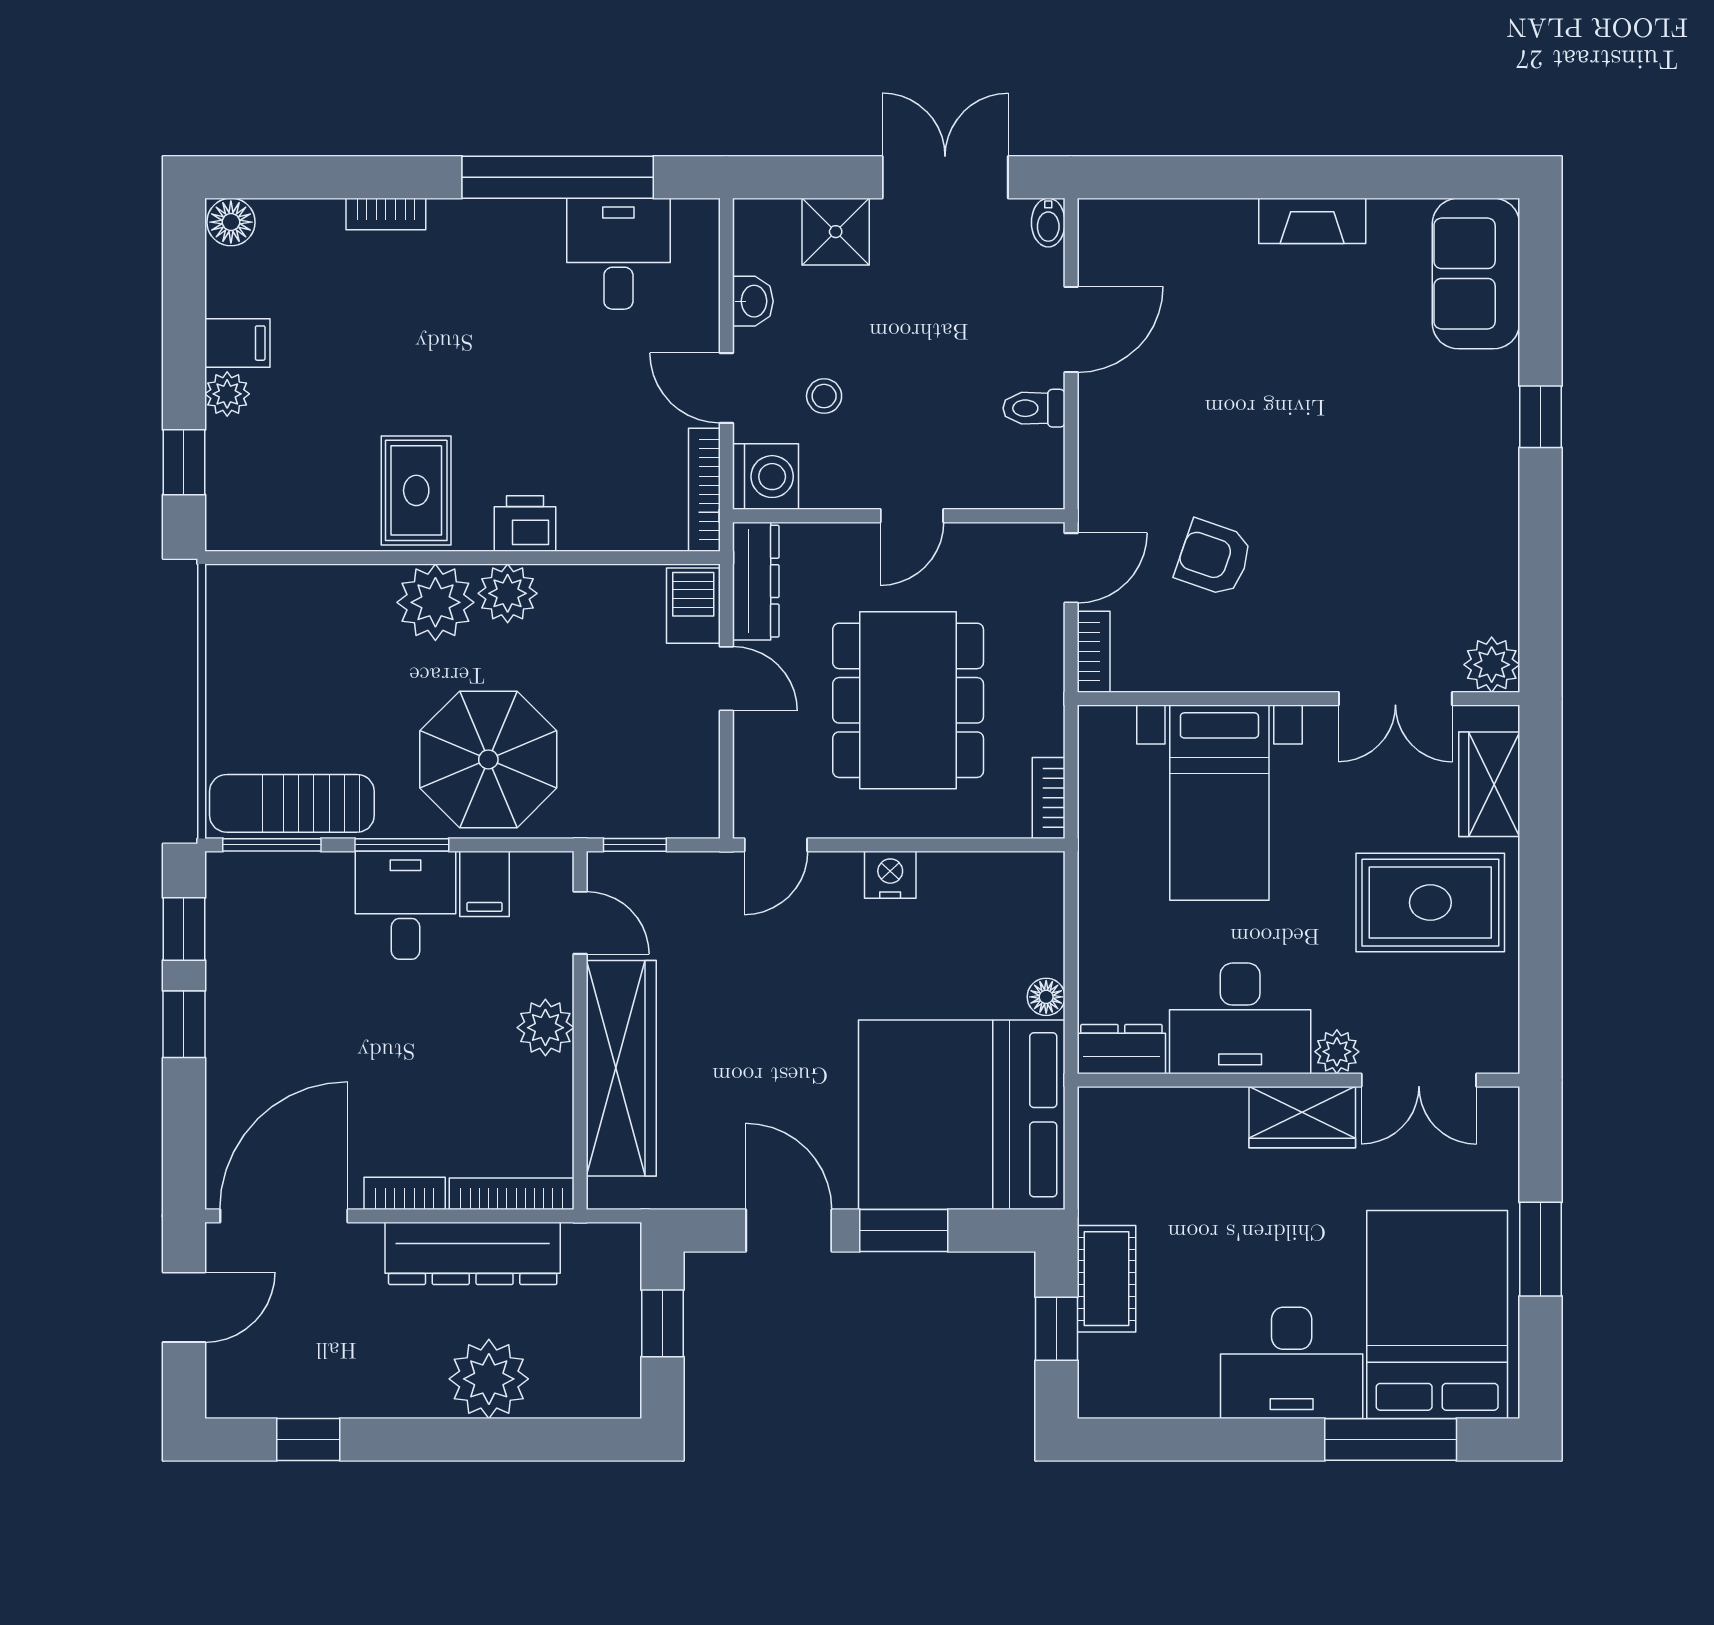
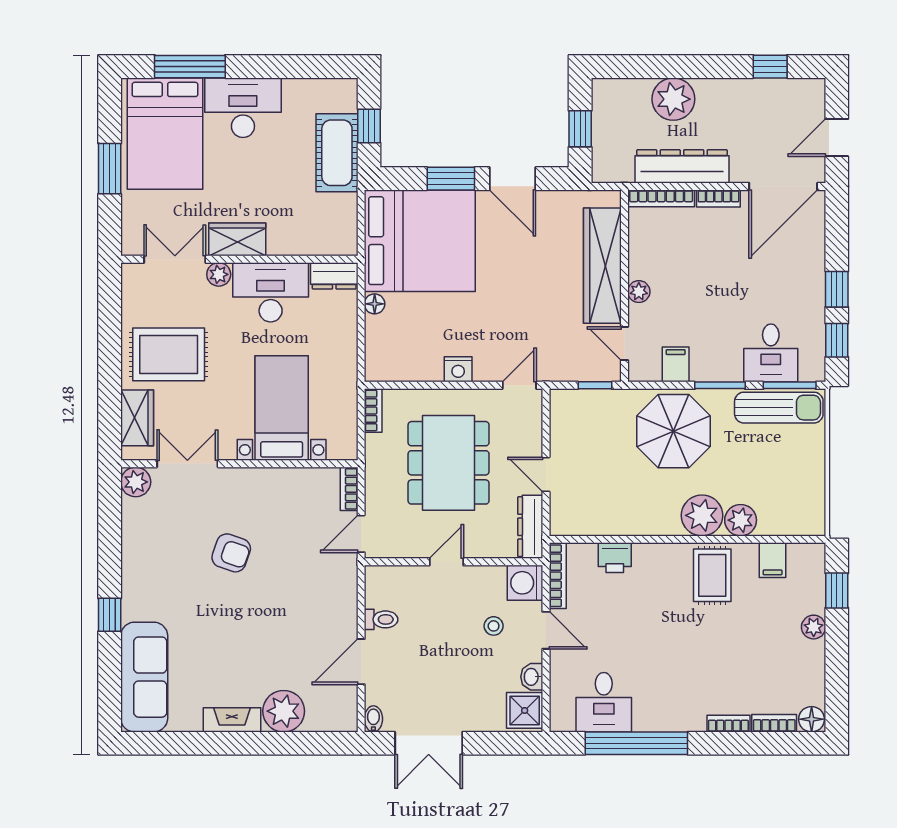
bookcase: (301, 215) -> (774, 723), added
shower: (836, 232) -> (525, 710), moved
plant: (1216, 237) -> (284, 711), added
sofa: (1476, 273) -> (144, 677), width x1.36
filing cabinet: (237, 343) -> (773, 560), moved, turned -90
printer: (525, 523) -> (615, 558), moved
armchair: (1214, 558) -> (231, 553), moved
plant: (508, 593) -> (741, 520), moved
barbecue: (693, 606) -> (564, 514), removed
desk: (406, 905) -> (771, 353), moved
plant: (545, 1028) -> (639, 292), width x0.73, depth x0.73
cot: (1107, 1279) -> (337, 153), width x1.37, depth x1.34

